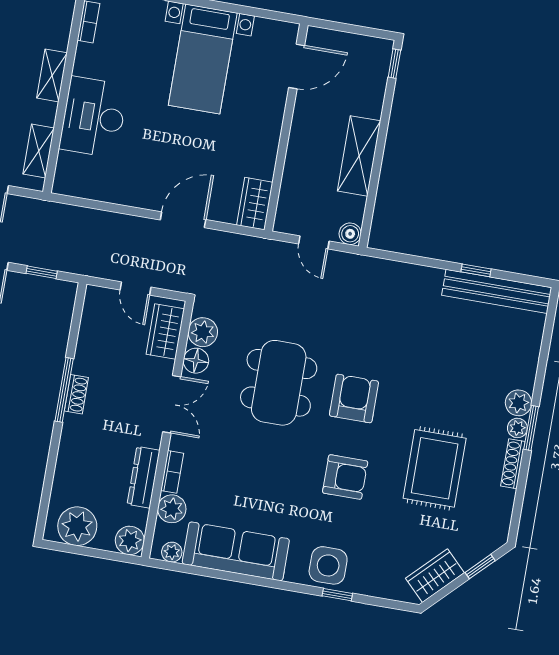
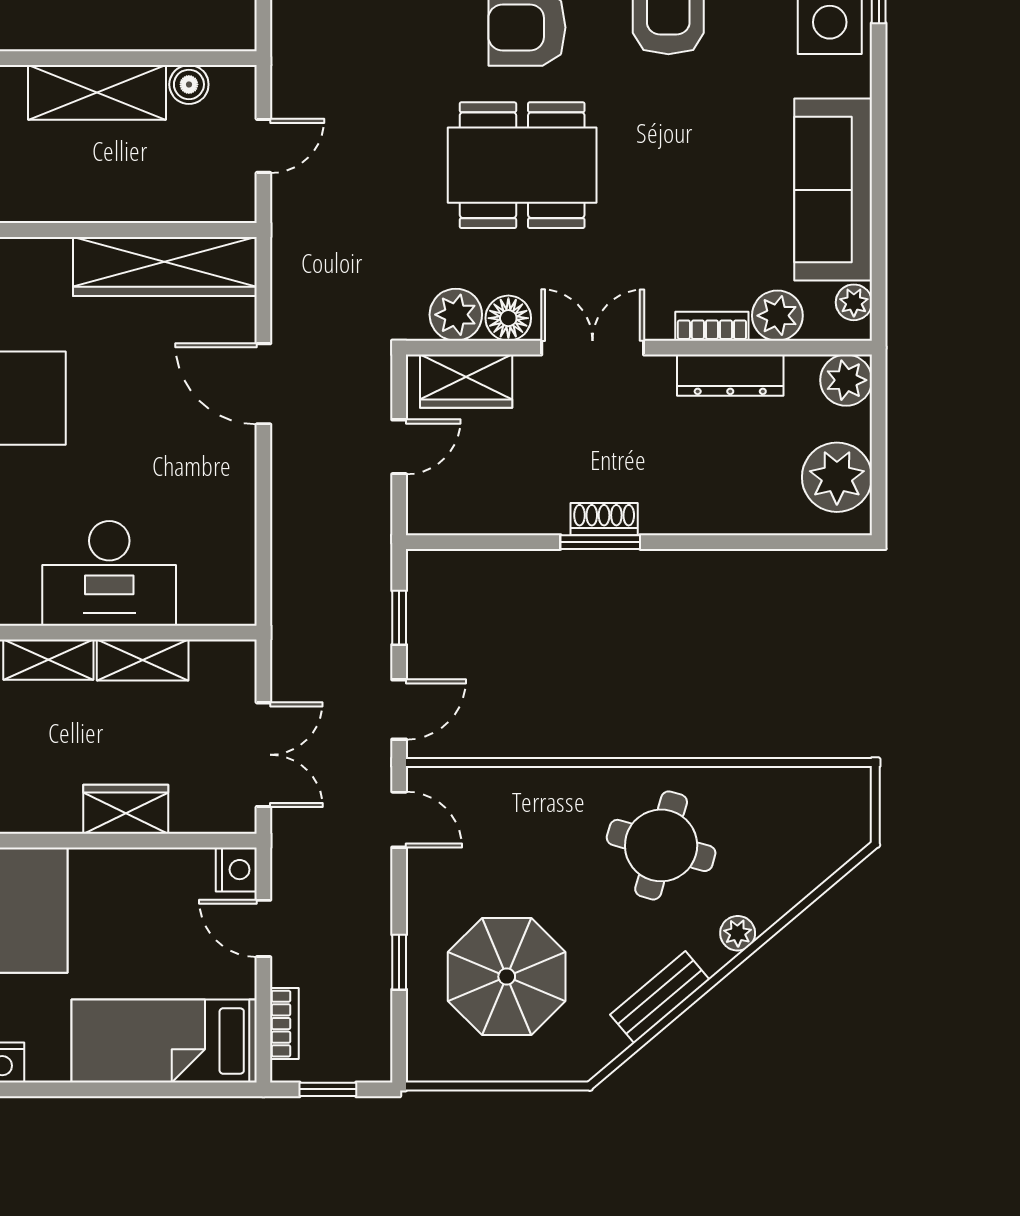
shelving: (39, 151) -> (143, 660), moved
wardrobe: (255, 204) -> (165, 266), width x2.10, depth x1.17
boiler: (350, 234) -> (189, 84), moved
window: (64, 390) -> (600, 542), width x0.69

